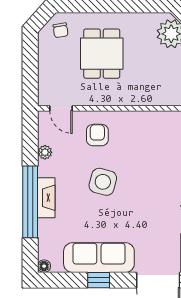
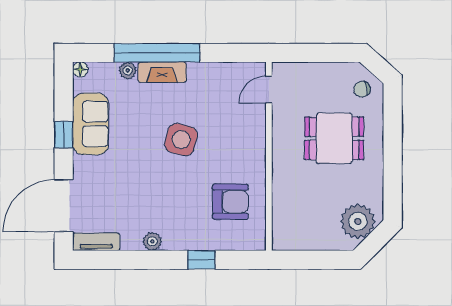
armchair: (97, 135) -> (230, 202), moved, width x1.38, depth x1.38
plant: (45, 152) -> (128, 70), moved
sofa: (99, 258) -> (91, 124), width x0.73

